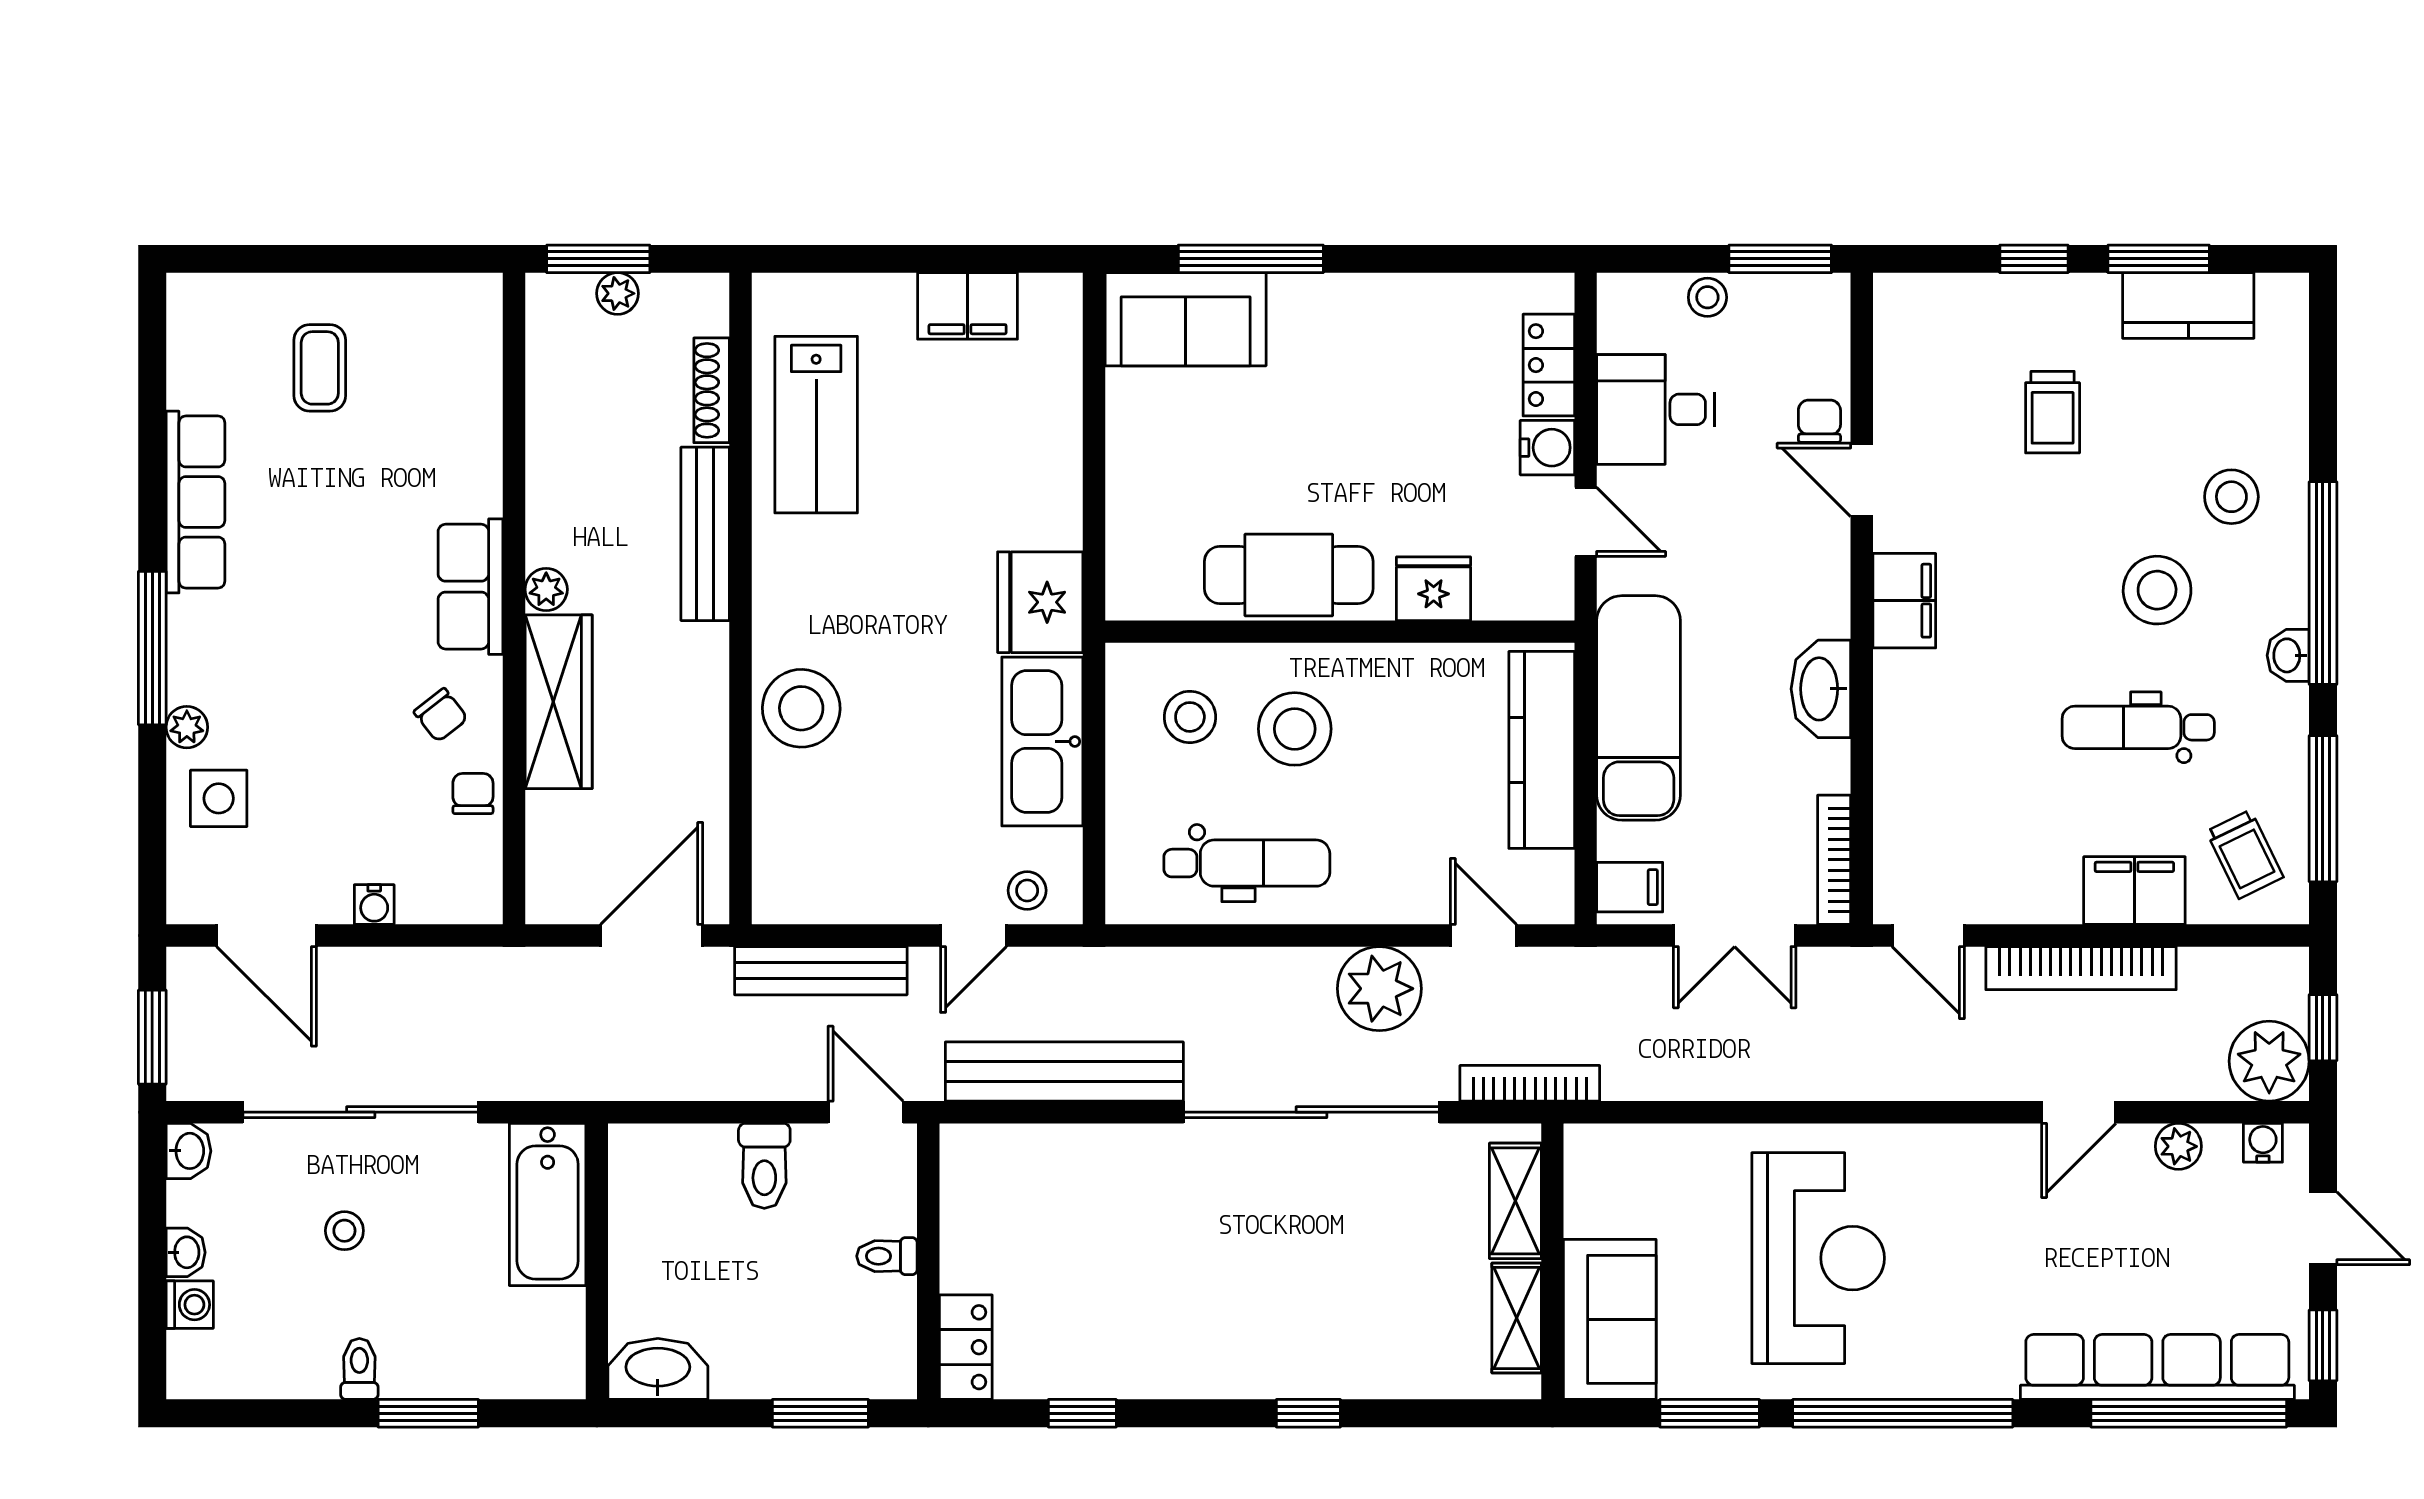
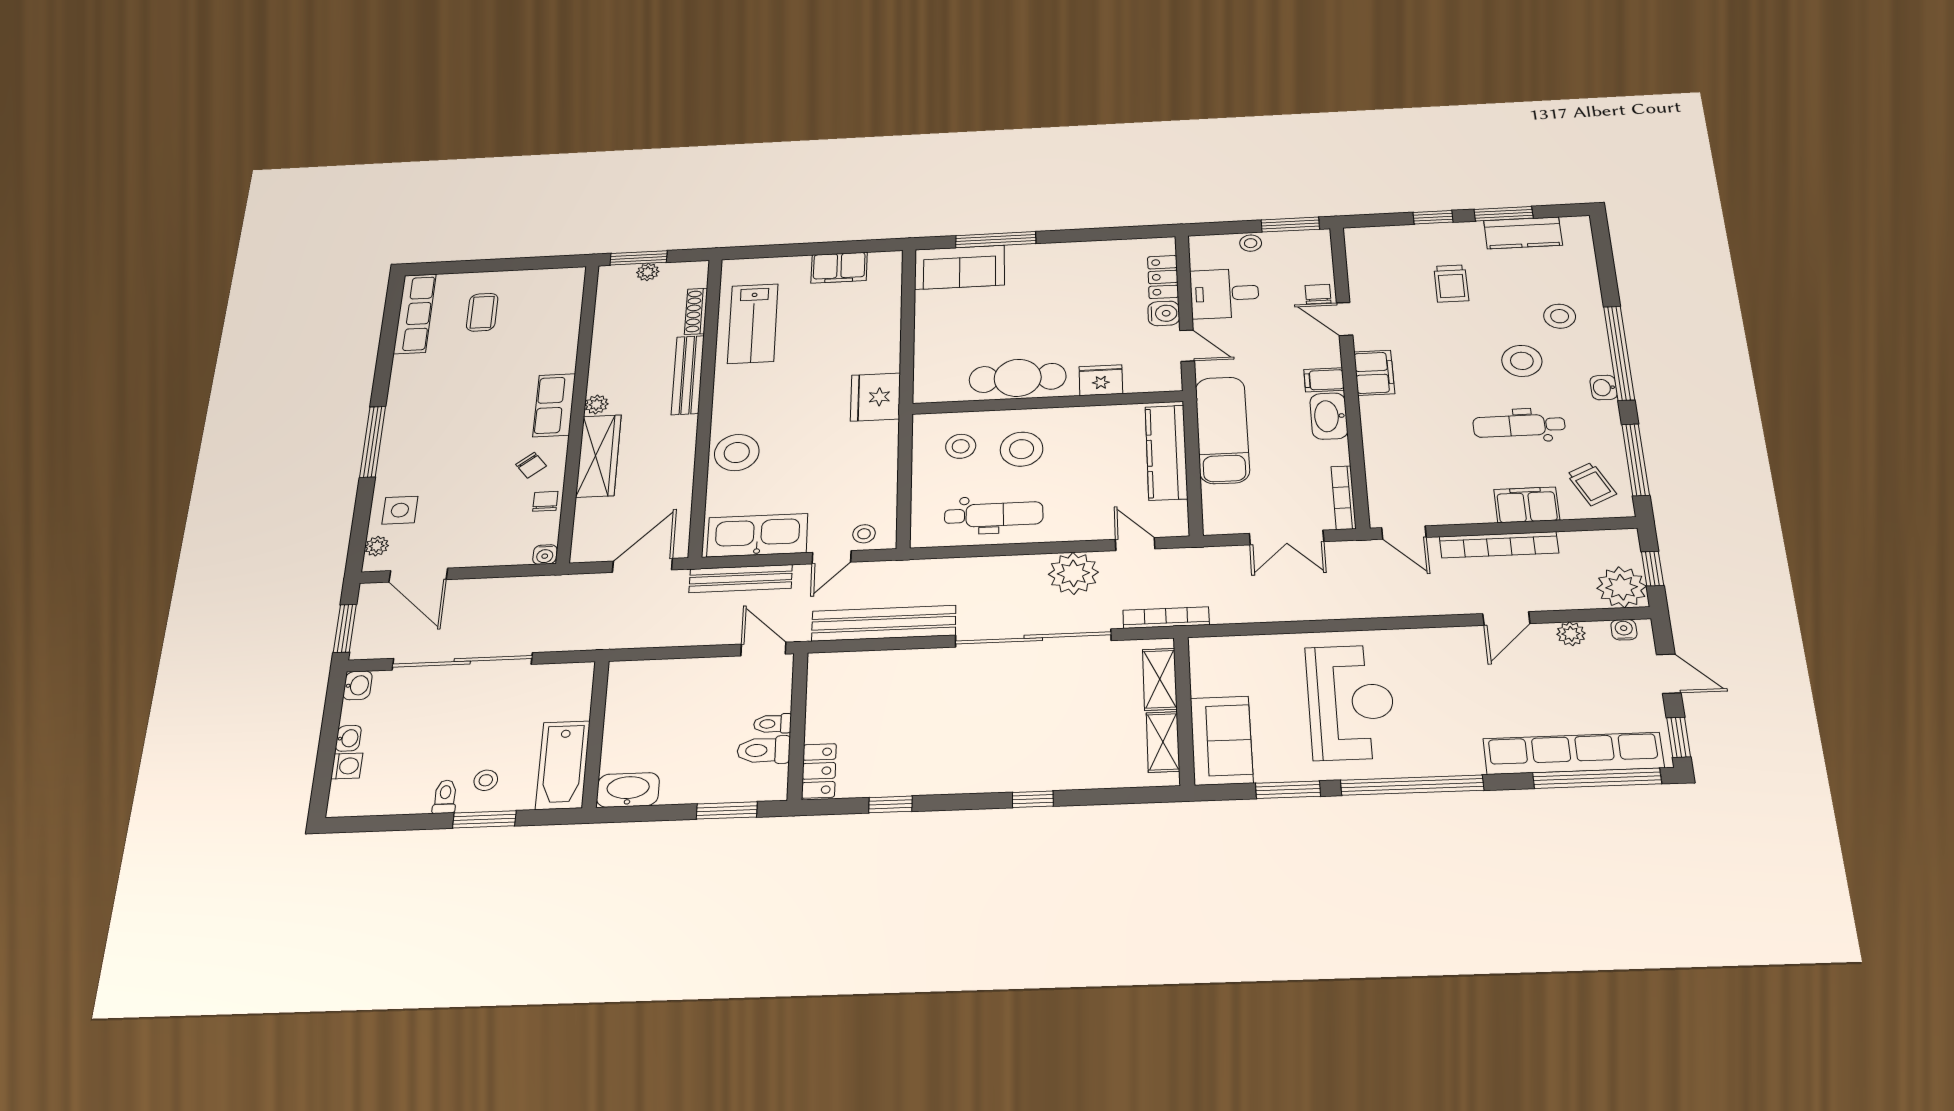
row of seats: (195, 502) -> (415, 314), moved
plant: (187, 727) -> (377, 546), moved
kitchen sink: (1042, 741) -> (757, 535), moved, turned 90
filing cabinet: (1630, 887) -> (1324, 380), moved, turned 180
water cooler: (374, 905) -> (545, 555), moved
toilet: (764, 1166) -> (764, 750), moved, turned 90
bathtub: (548, 1204) -> (563, 765), moved
stool: (344, 1231) -> (486, 780), moved

